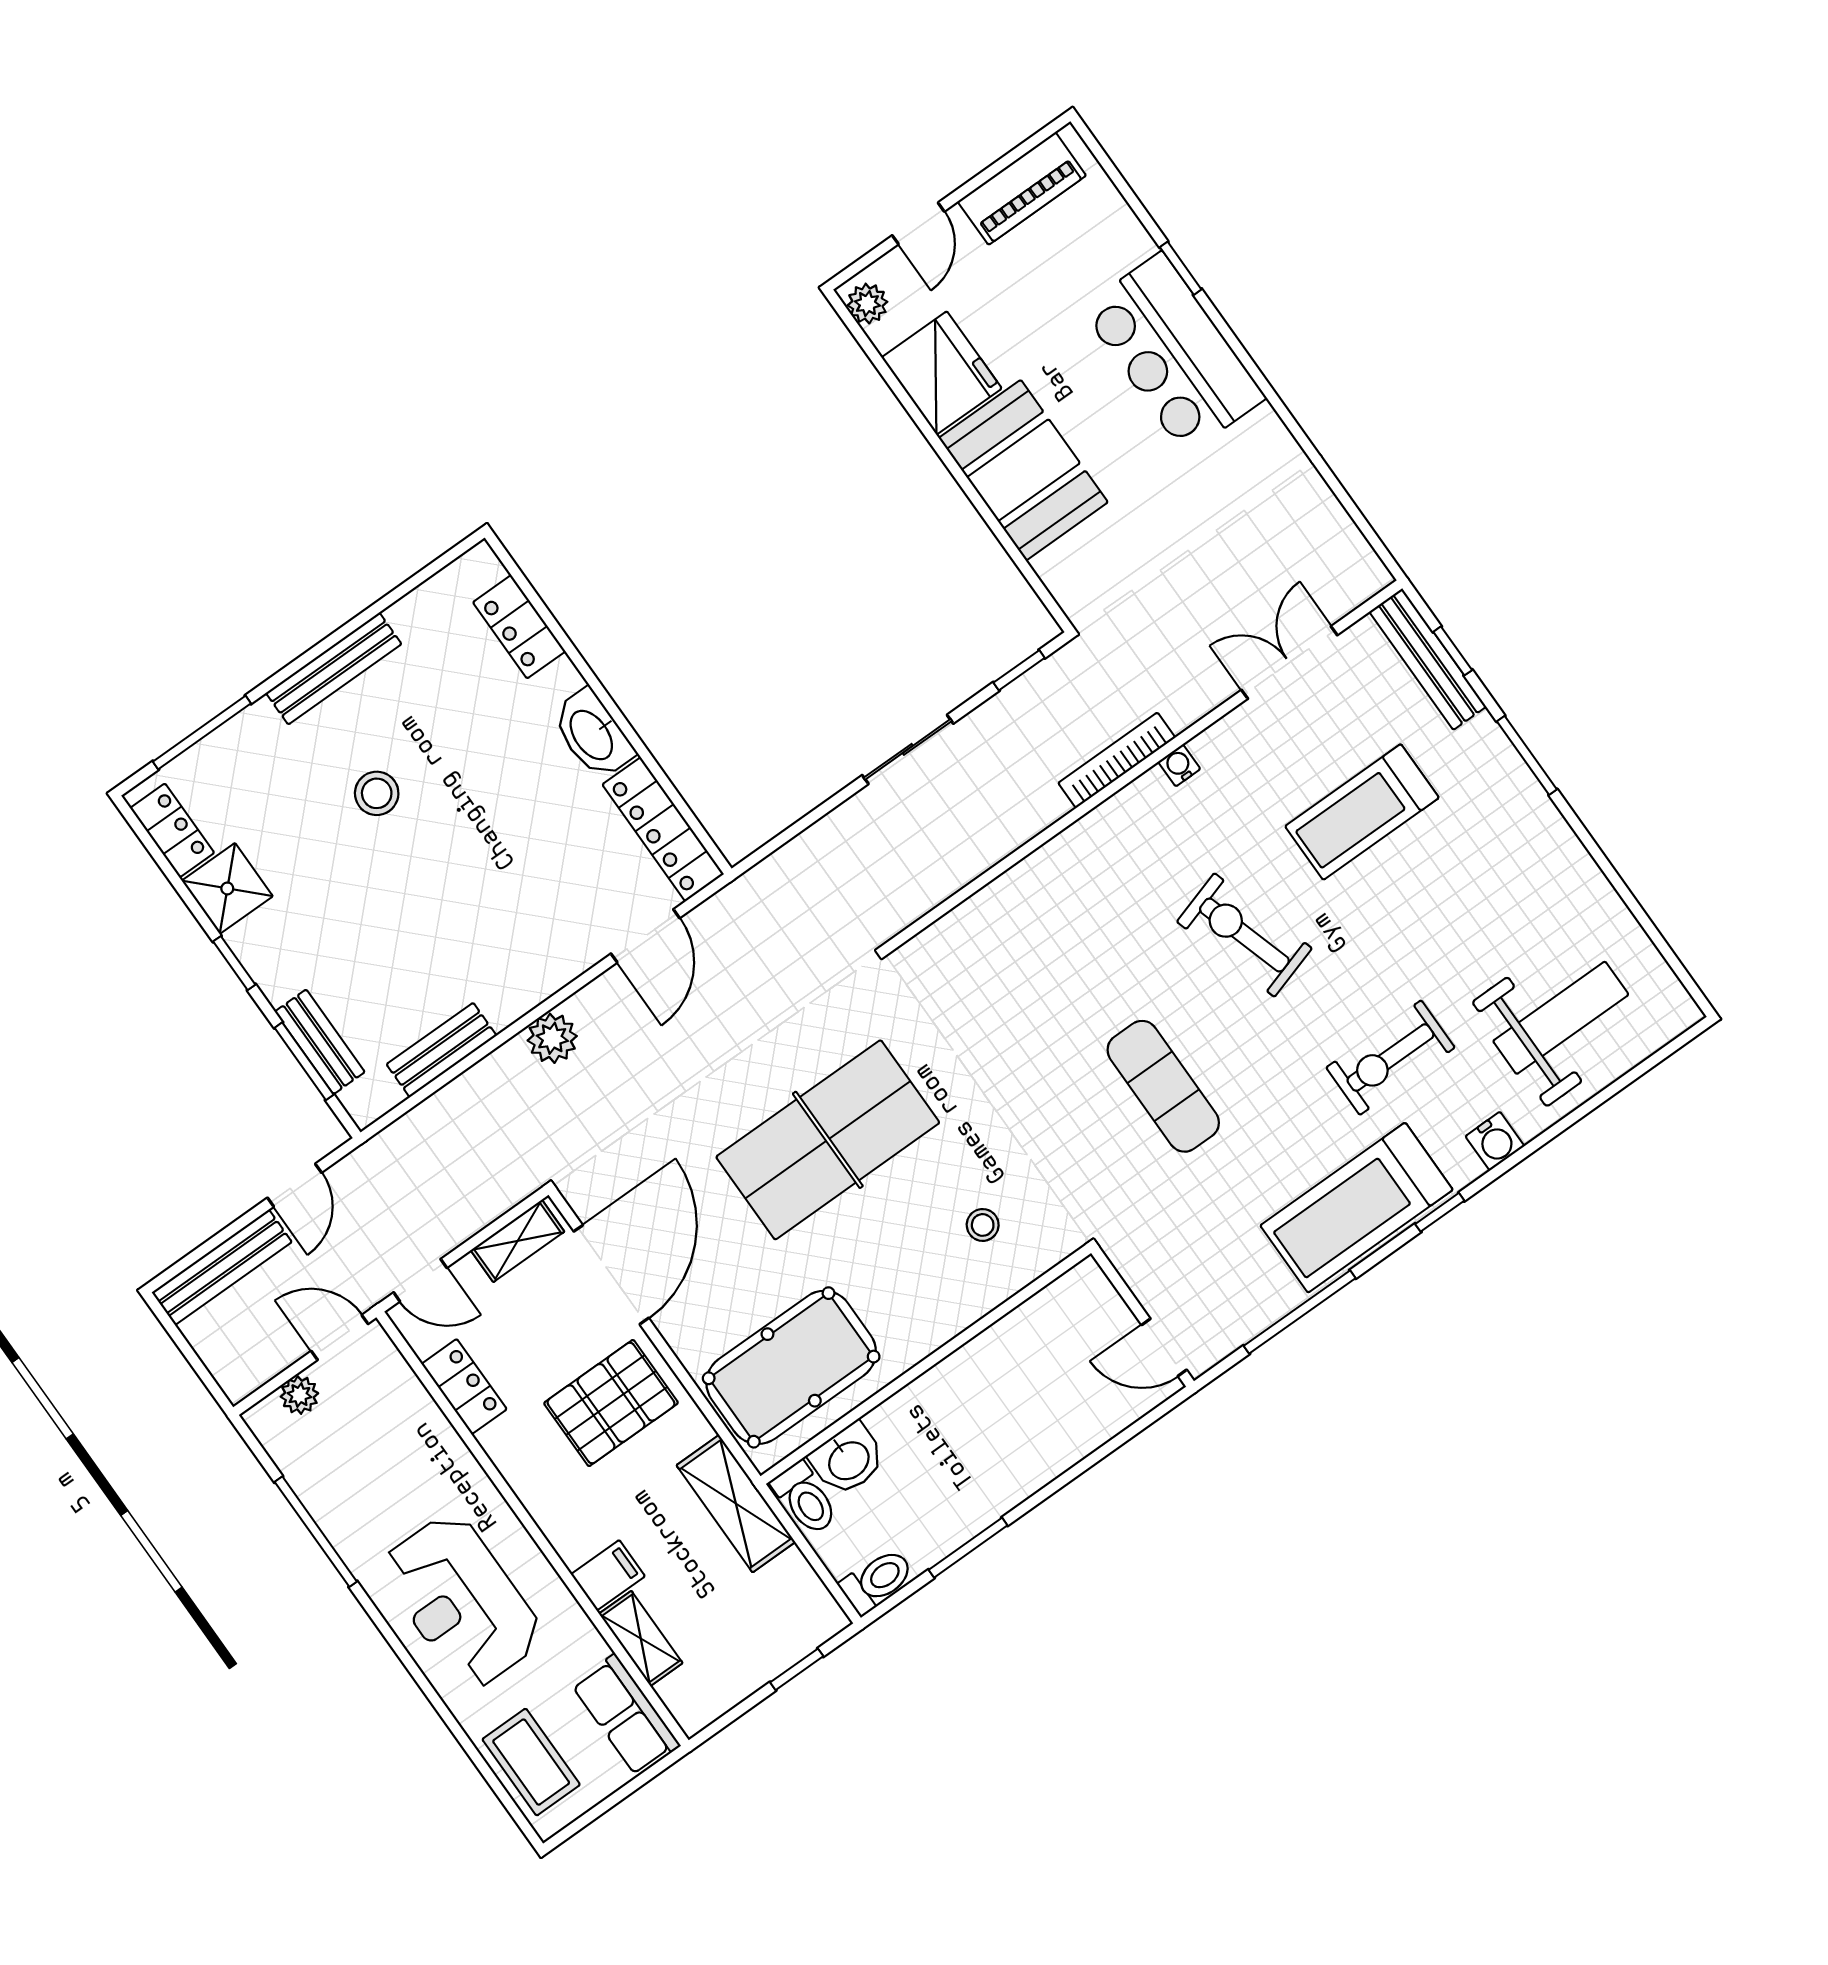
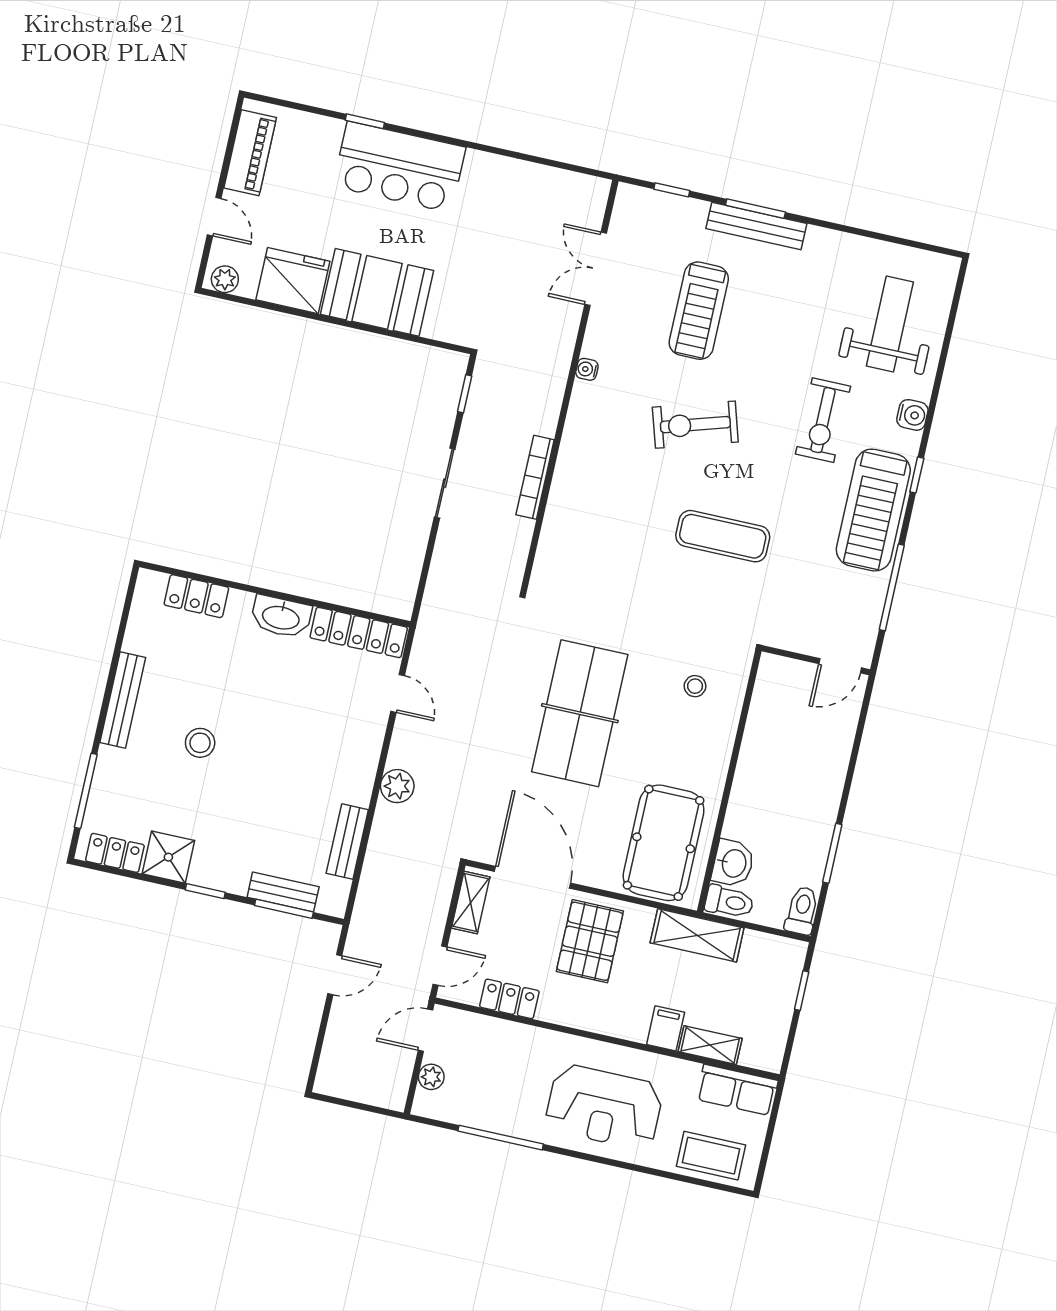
bench: (1428, 659) -> (756, 226), moved
bookcase: (1117, 760) -> (535, 477), moved
door: (645, 936) -> (398, 693), width x0.73
door: (295, 1185) -> (335, 975), hinge flipped
bench: (222, 1267) -> (335, 1048), removed

